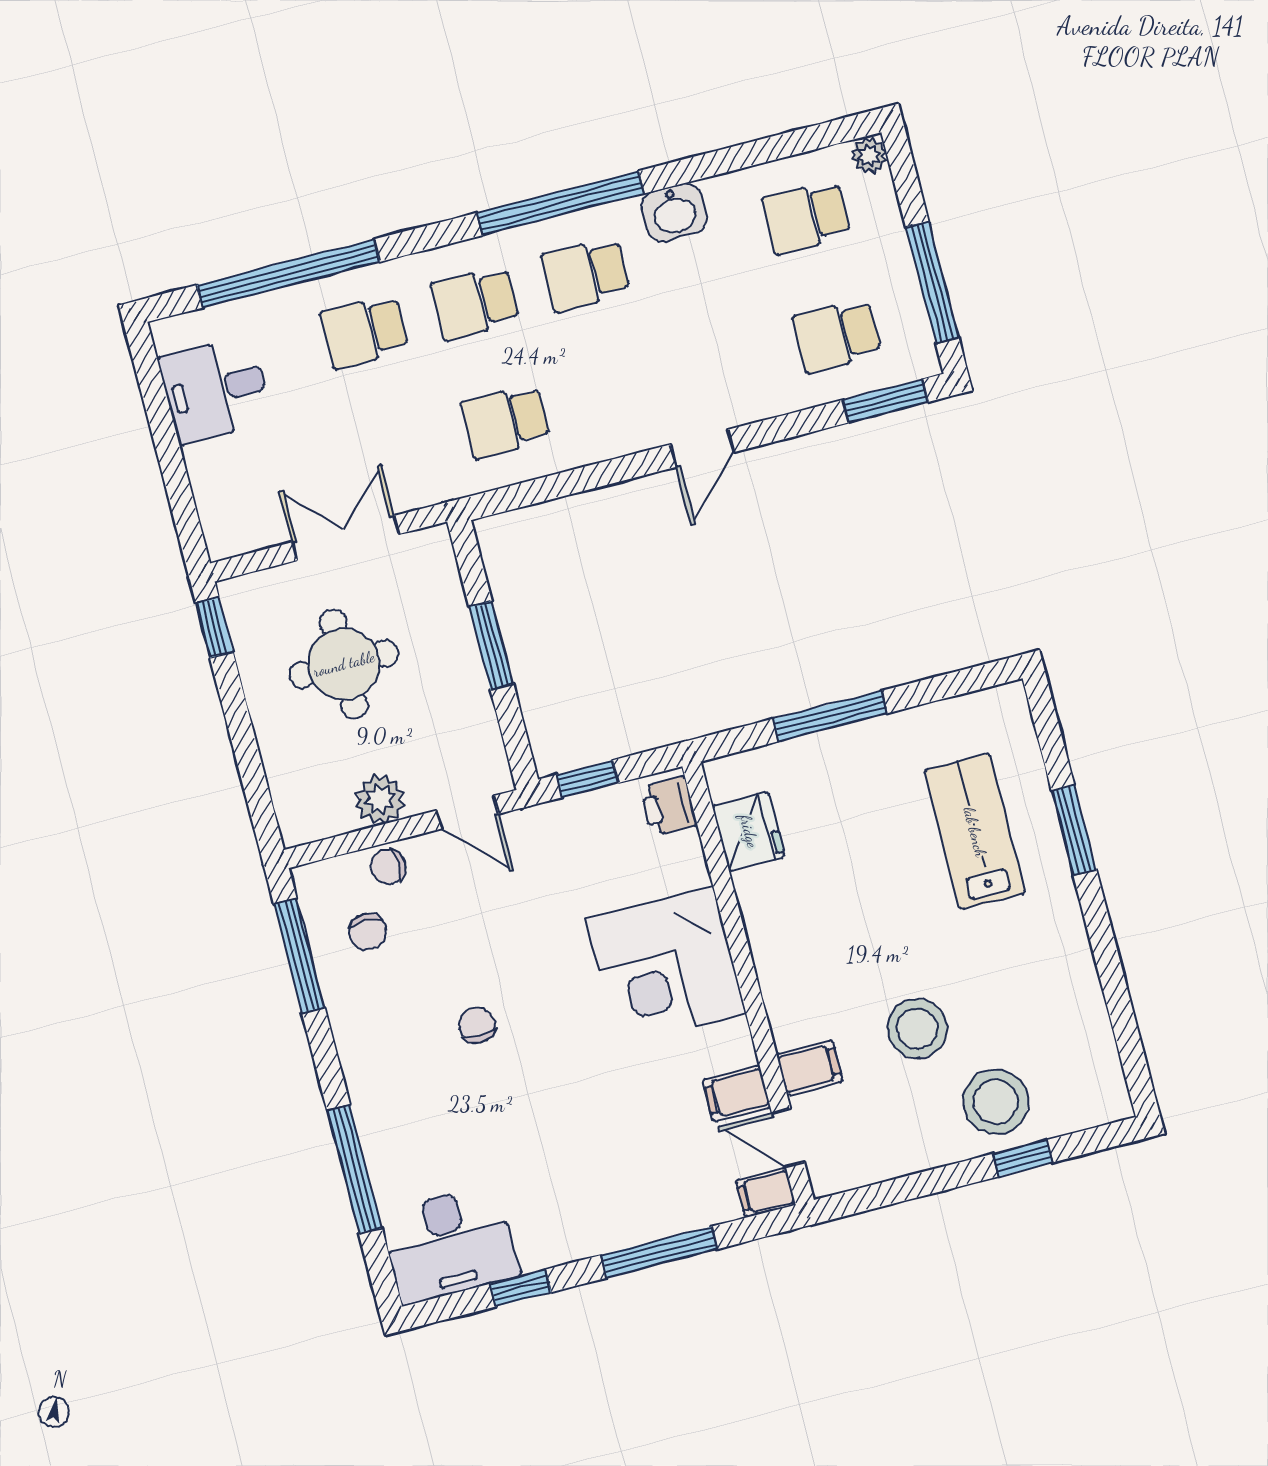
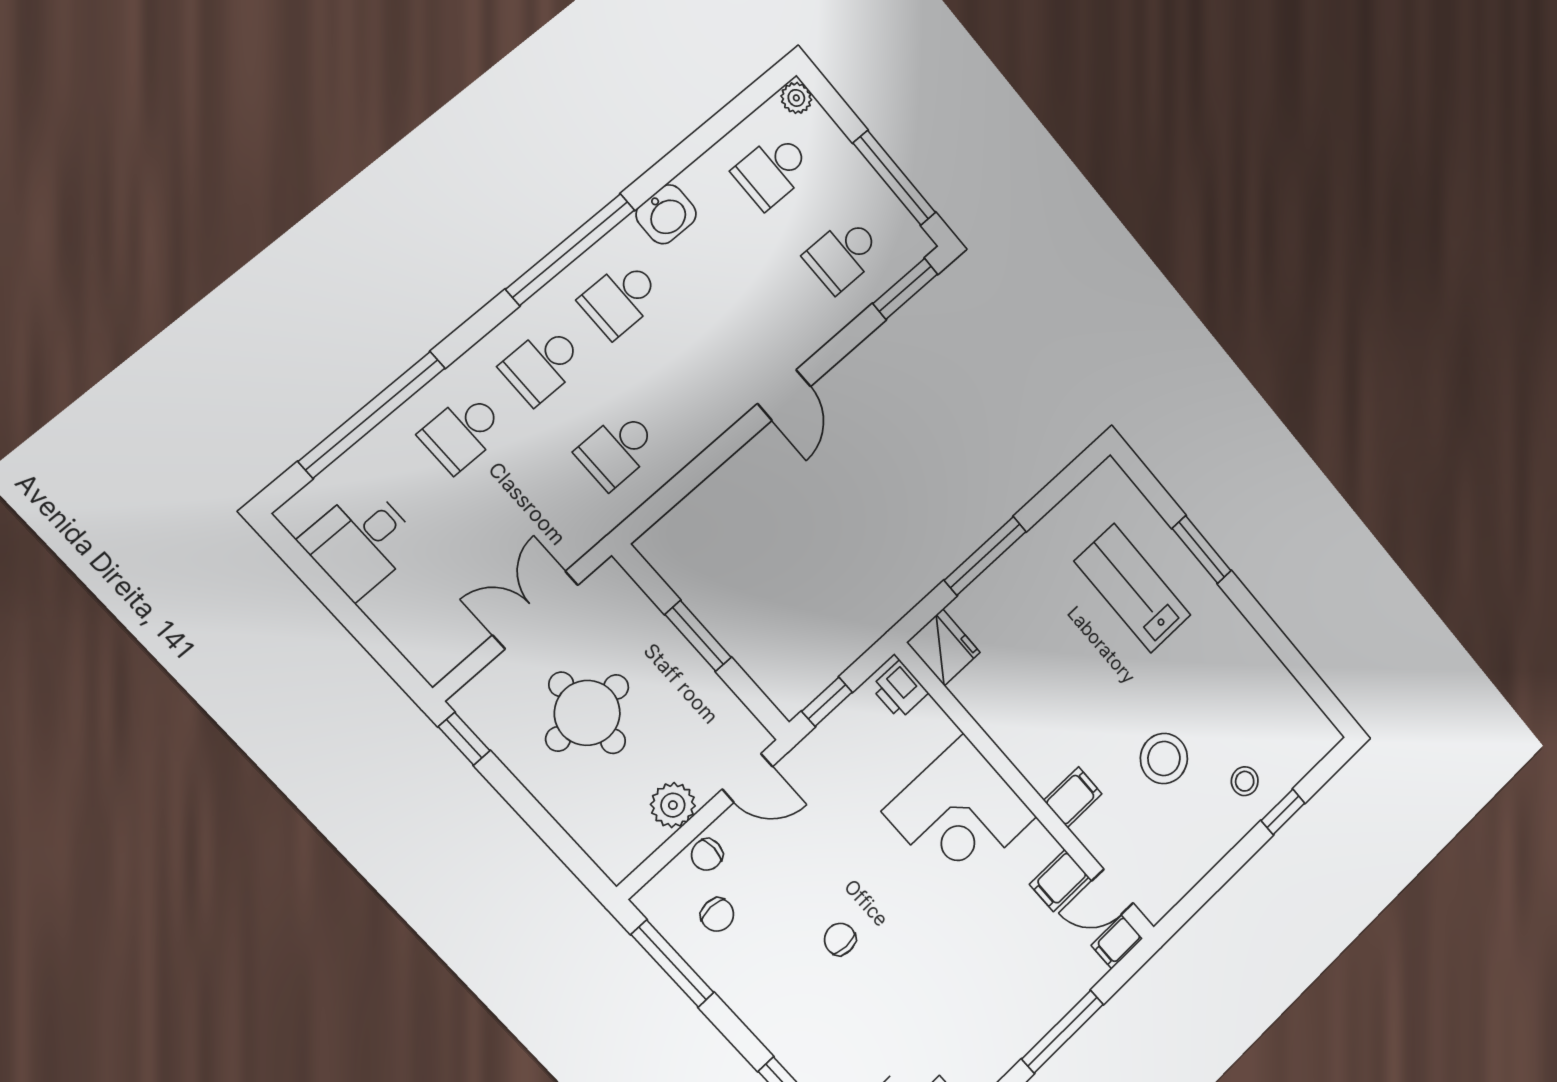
fridge: (749, 831) -> (943, 647), moved
filing cabinet: (810, 1068) -> (1073, 797), moved
stool: (996, 1102) -> (1245, 781), width x0.53, depth x0.53

